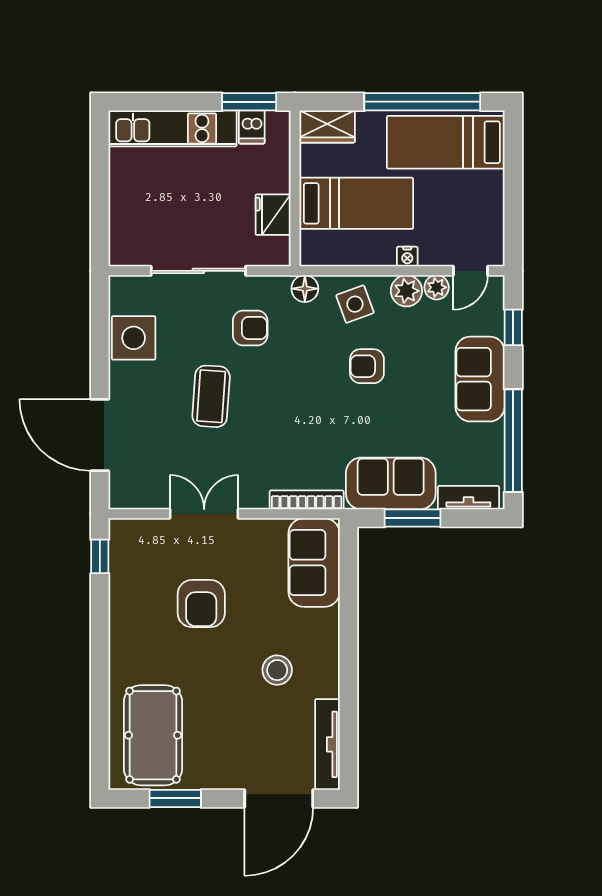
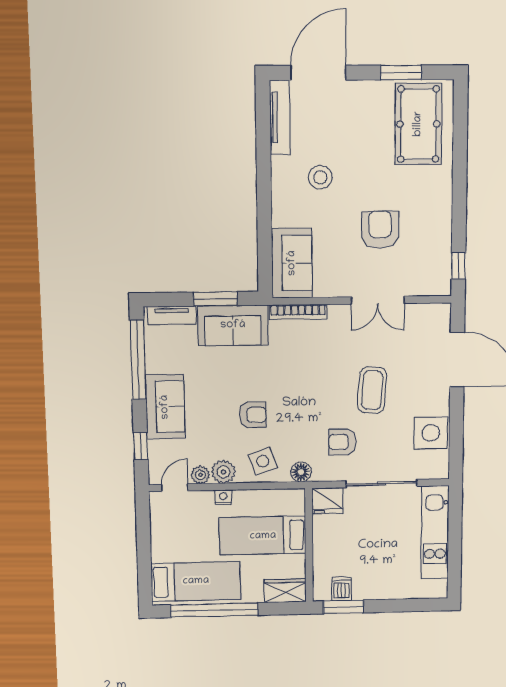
kitchen unit: (173, 128) -> (435, 532), moved, turned -90
fridge: (273, 215) -> (327, 501), moved, turned 90

